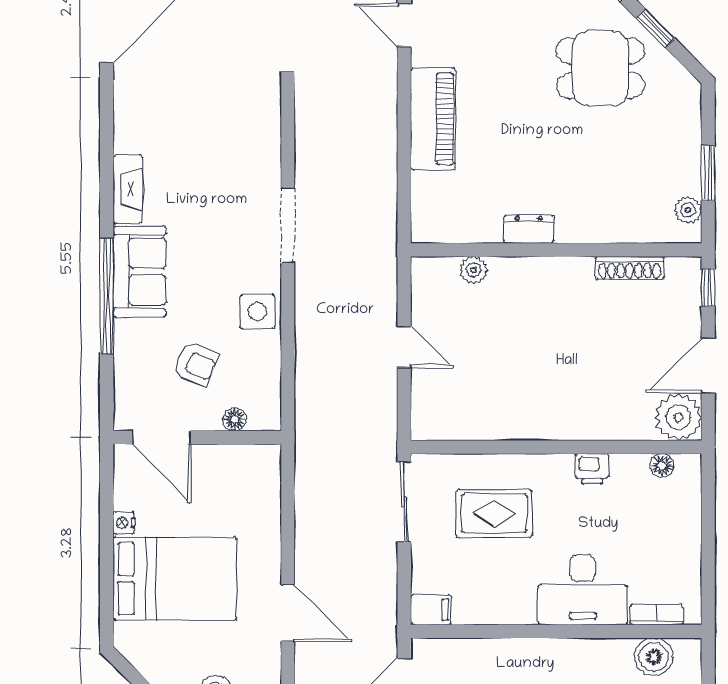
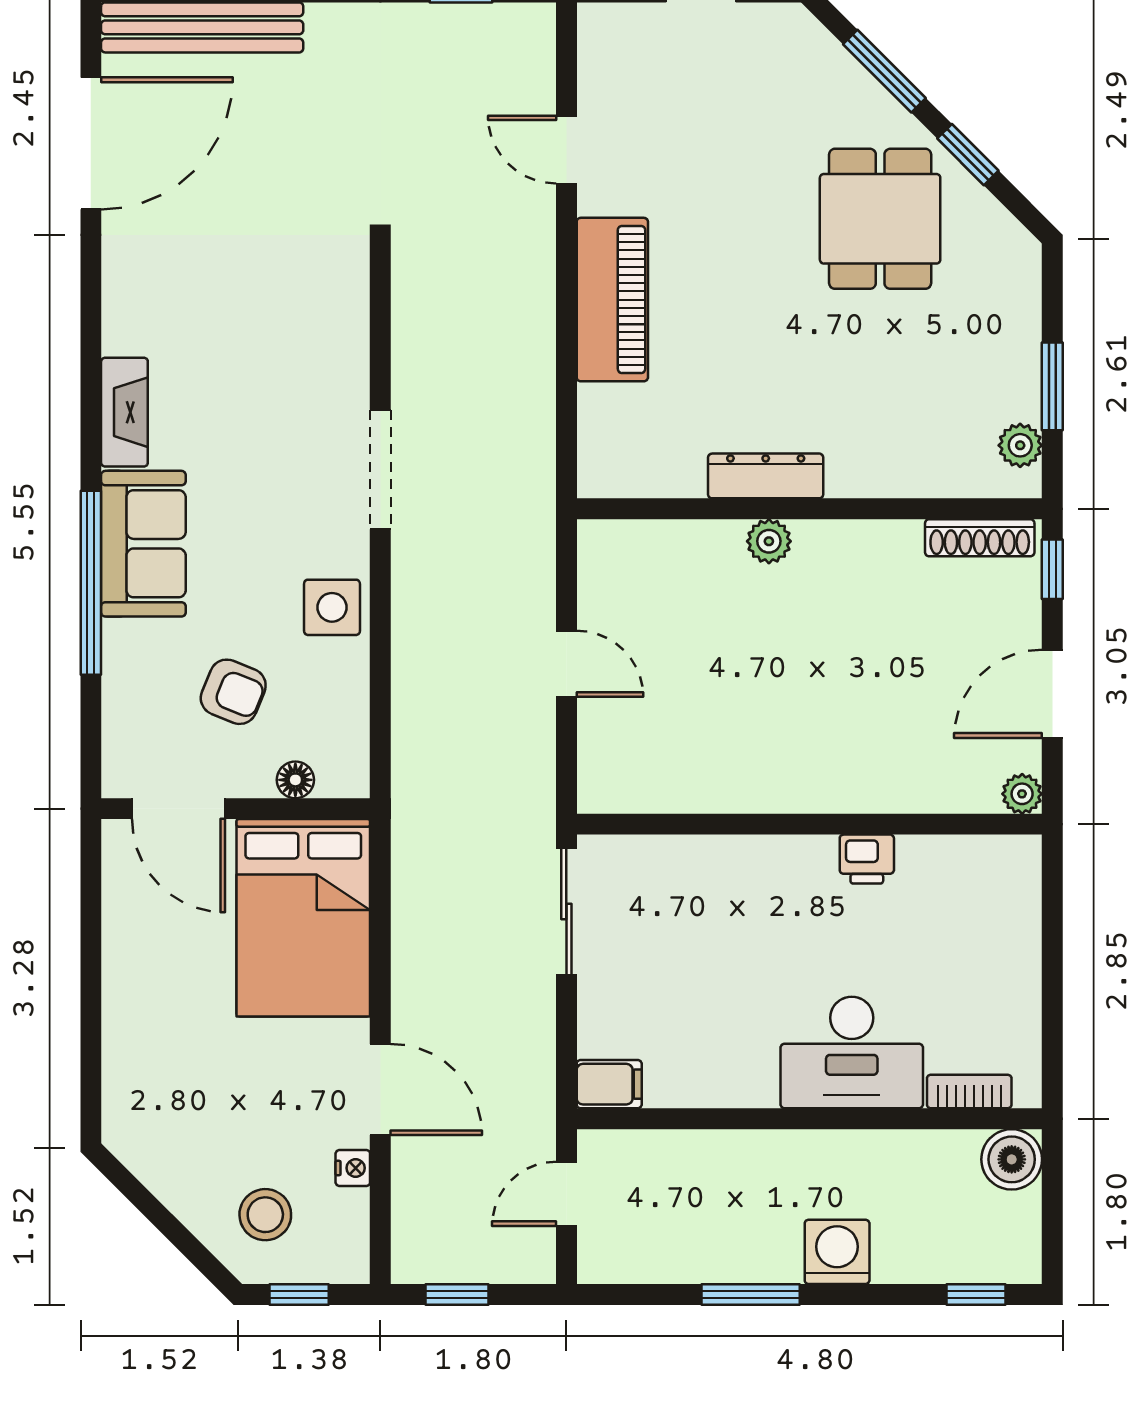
dining table: (600, 68) -> (880, 219), turned 90
dresser: (529, 229) -> (766, 476), width x1.44
shoe rack: (630, 268) -> (980, 538), moved
plant: (474, 270) -> (769, 541), moved
plant: (678, 417) -> (1022, 794), width x0.53, depth x0.53
floor lamp: (662, 465) -> (979, 854), removed
rug: (494, 513) -> (710, 930), removed
nightstand: (124, 523) -> (353, 1168), moved, turned 180
bed: (175, 579) -> (303, 918), moved, turned 90
boiler: (654, 657) -> (1012, 1159), moved

